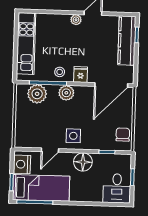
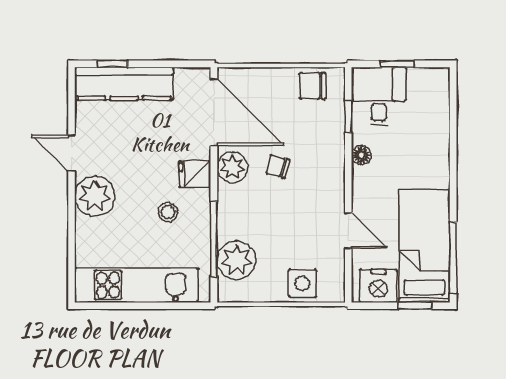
plant: (76, 20) -> (95, 196), width x1.88, depth x1.88
stool: (60, 72) -> (168, 212), moved
plant: (66, 93) -> (232, 167), moved
chair: (83, 116) -> (278, 166), added
side table: (73, 136) -> (302, 283), moved
floor lamp: (83, 162) -> (361, 155), width x0.53, depth x0.53
desk: (117, 188) -> (379, 96), moved, turned -90

